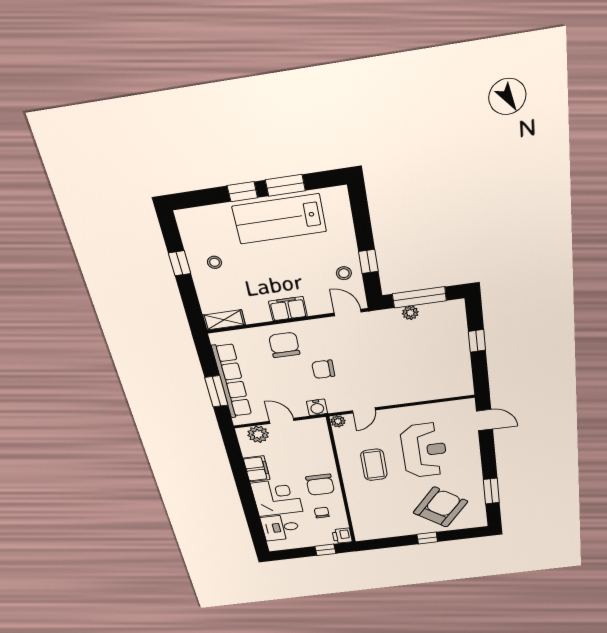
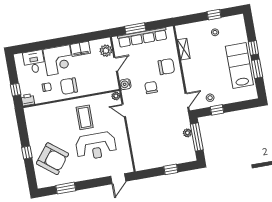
filing cabinet: (288, 309) -> (189, 69), removed
shelving: (224, 320) -> (184, 49), moved
coffee table: (374, 465) -> (85, 117), turned 90

